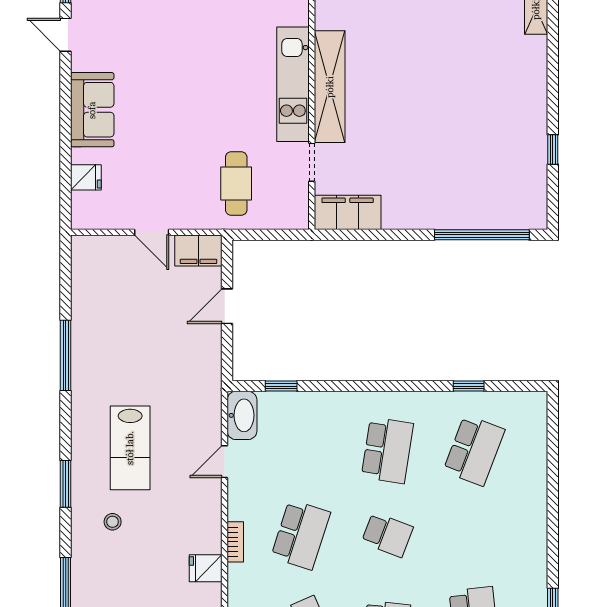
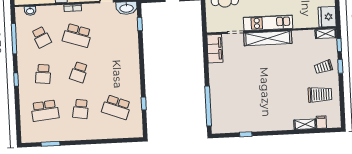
school desk: (387, 450) -> (81, 109), moved, width x0.54

